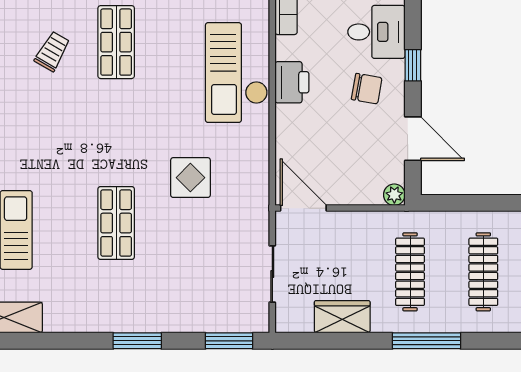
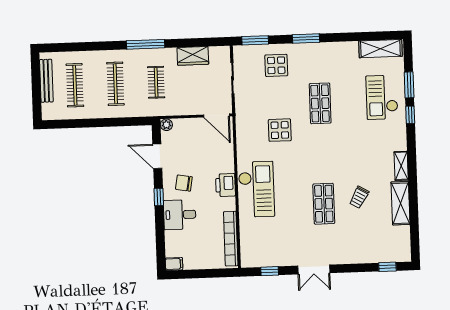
clothes rail: (410, 272) -> (156, 82), width x0.73
display table: (193, 294) -> (276, 65), added

